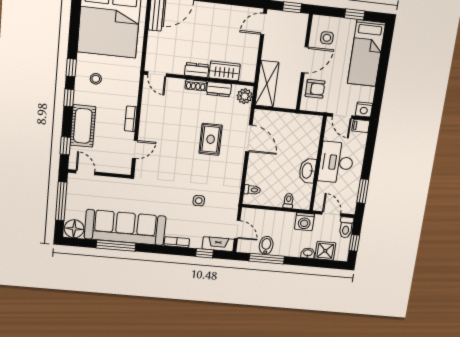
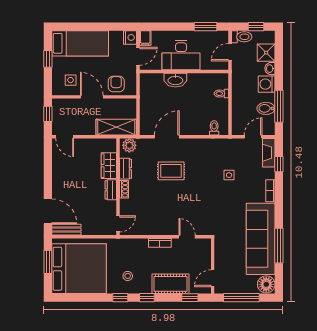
washbasin: (308, 171) -> (175, 80), moved
washing machine: (304, 222) -> (267, 84), moved, turned 180

